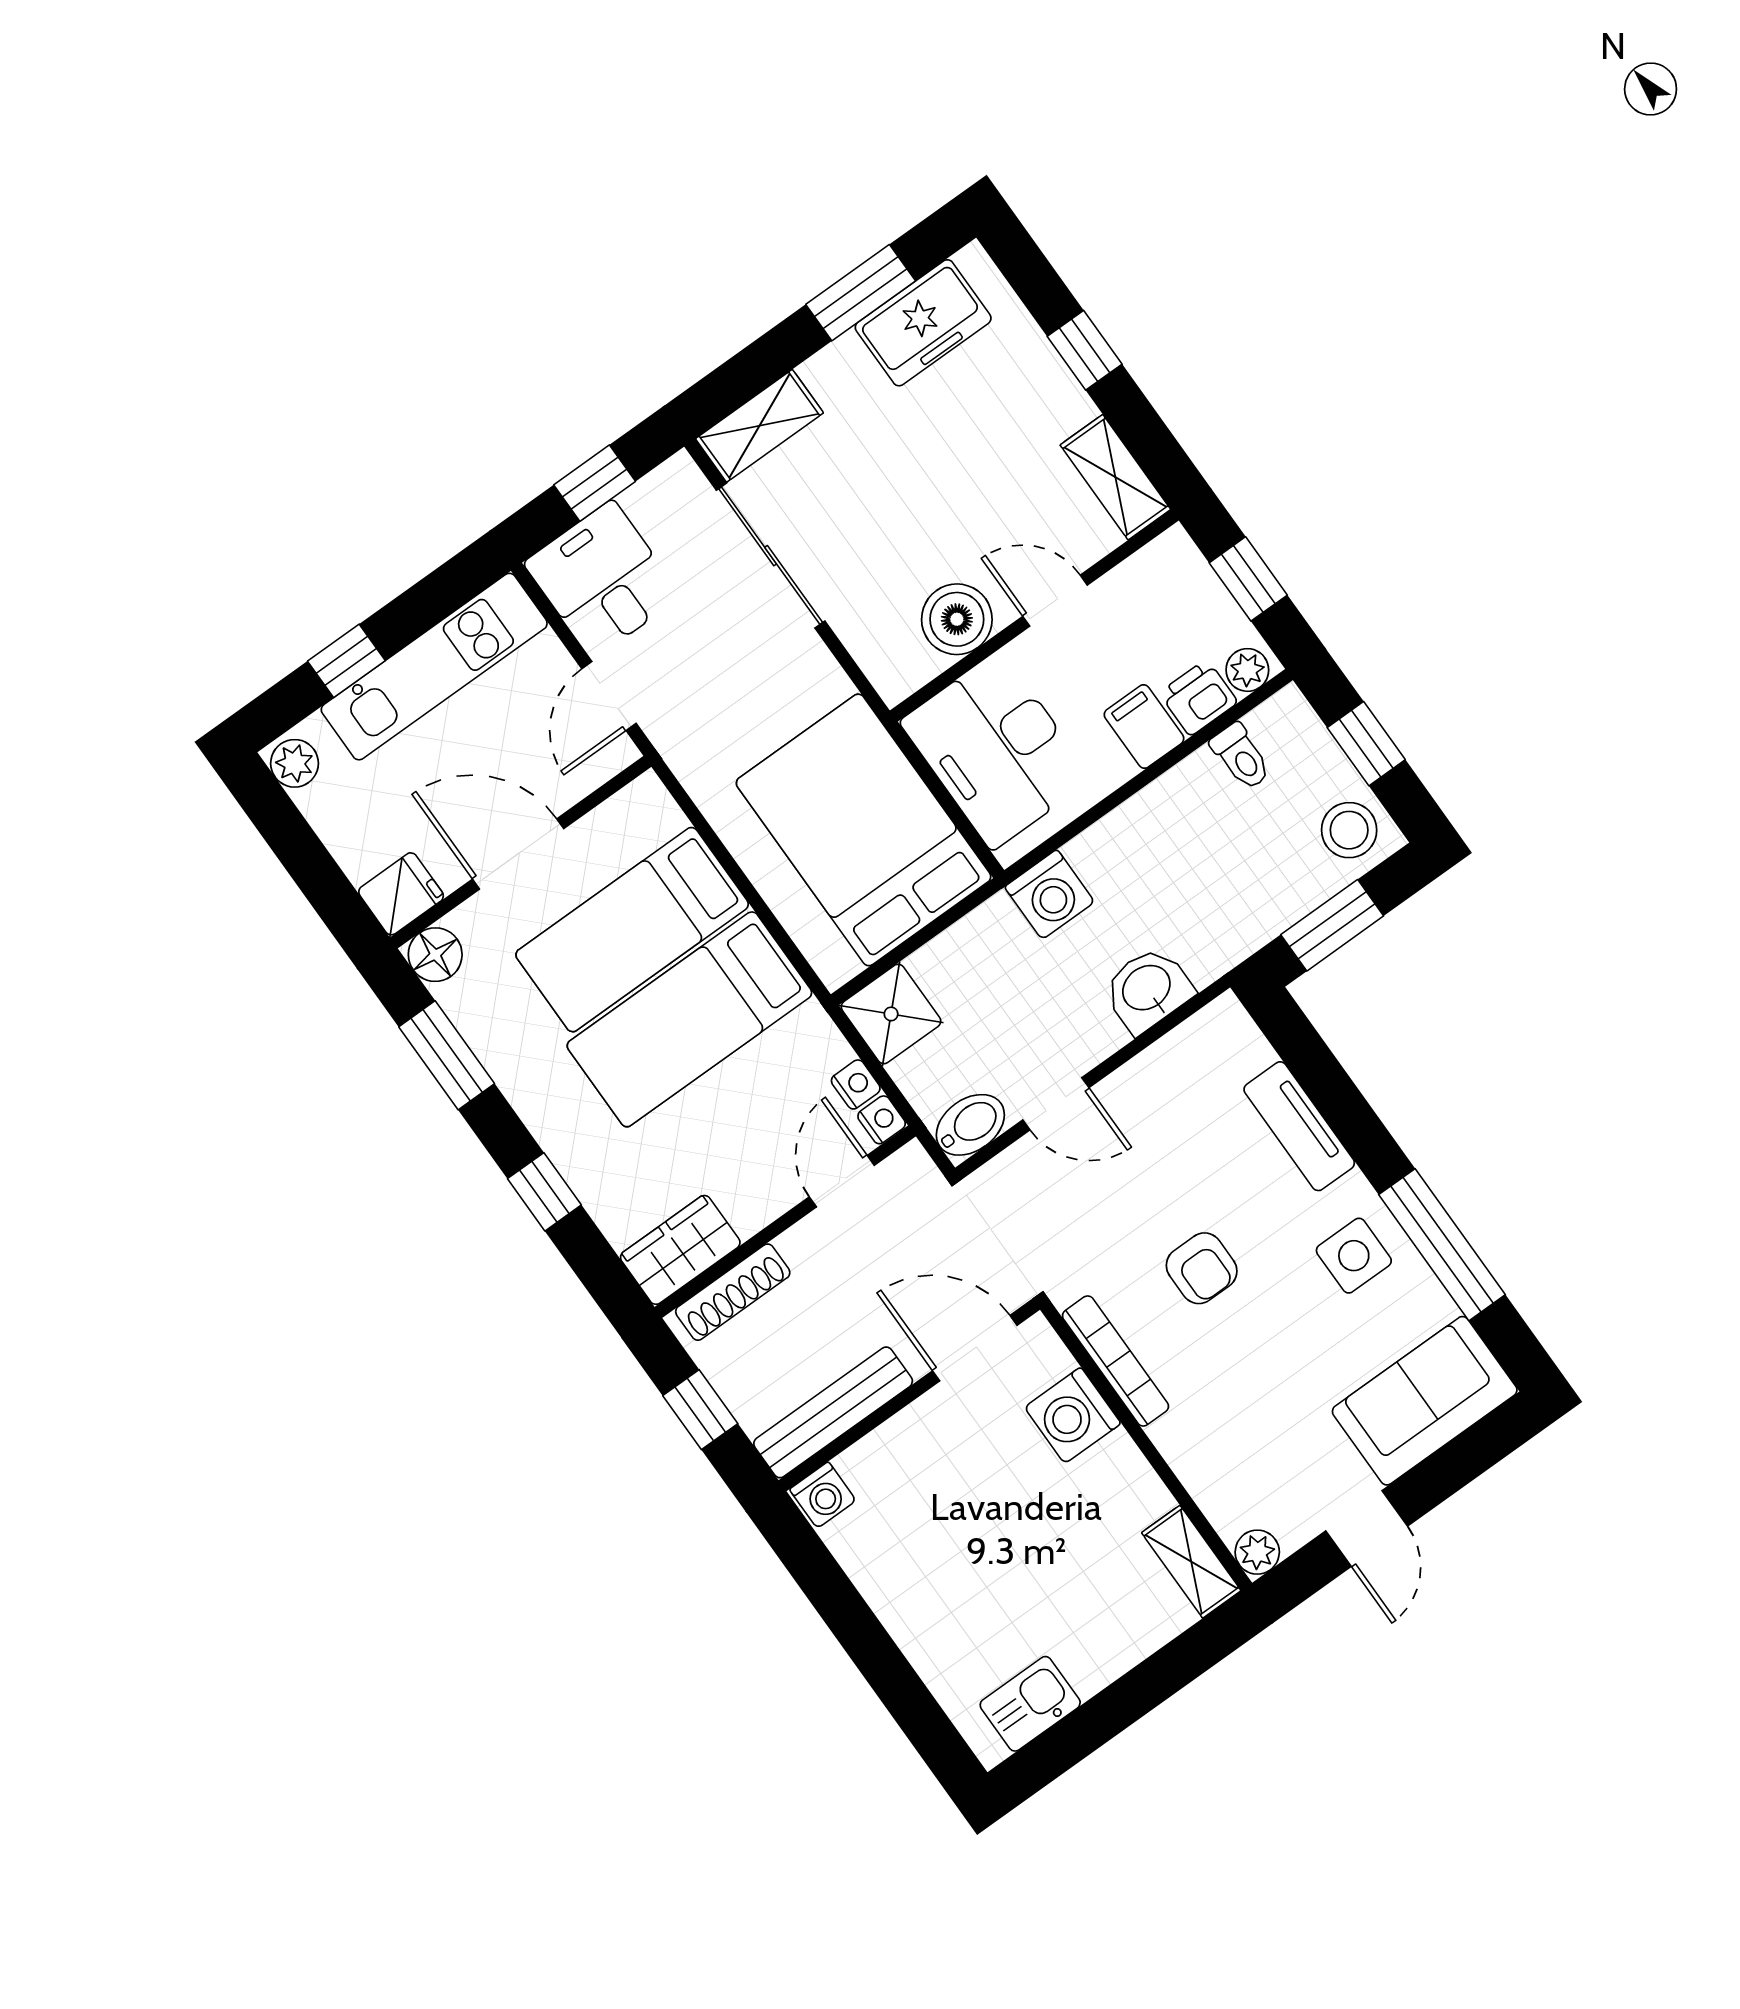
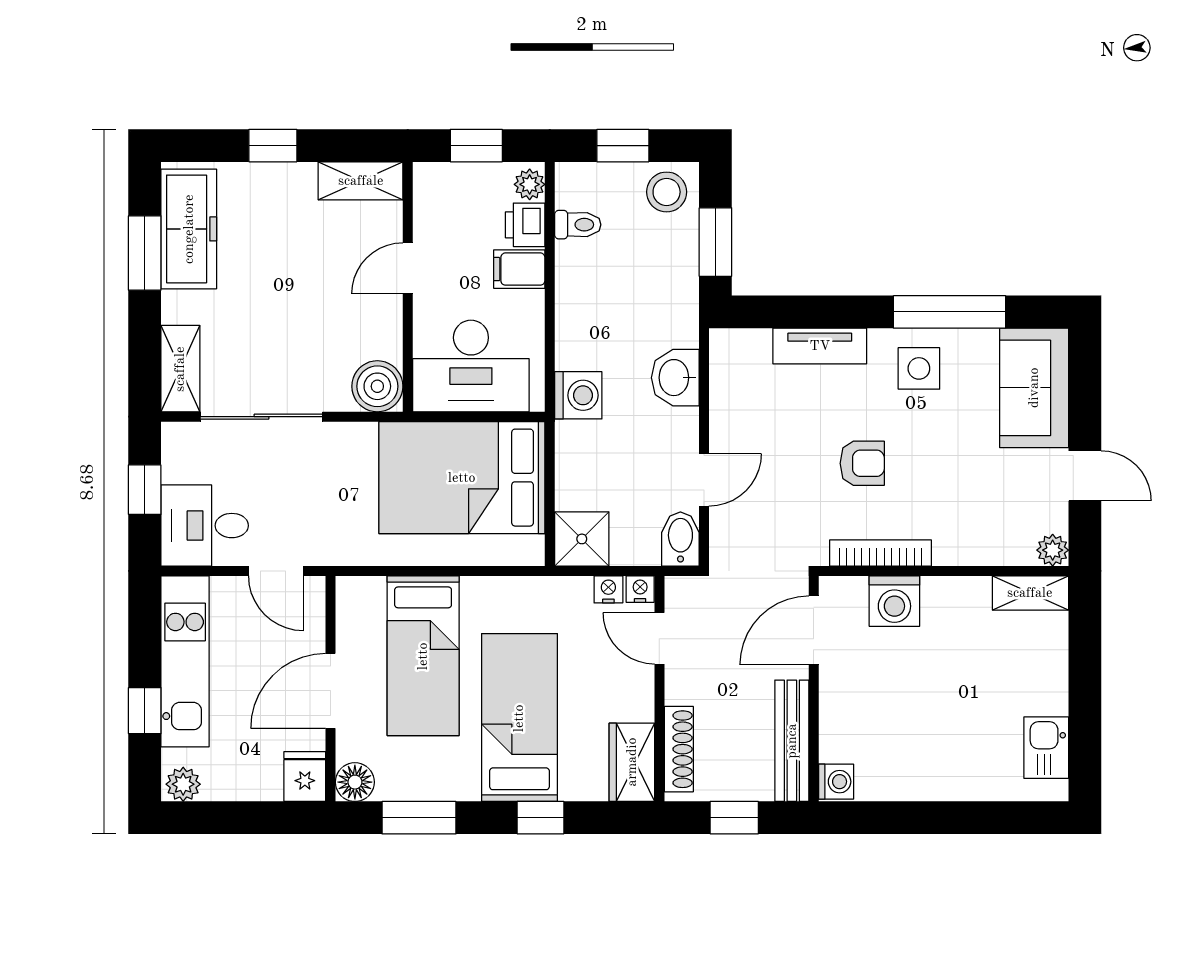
freezer: (923, 323) -> (189, 229), width x1.40
boiler: (957, 619) -> (377, 386), moved
bed: (689, 1019) -> (519, 718), moved, turned 180

